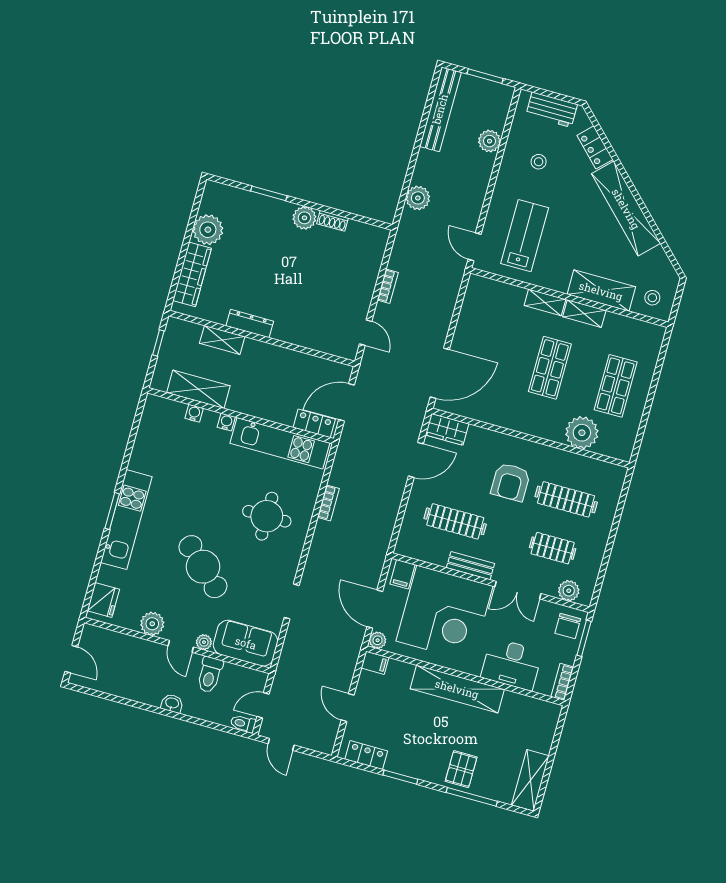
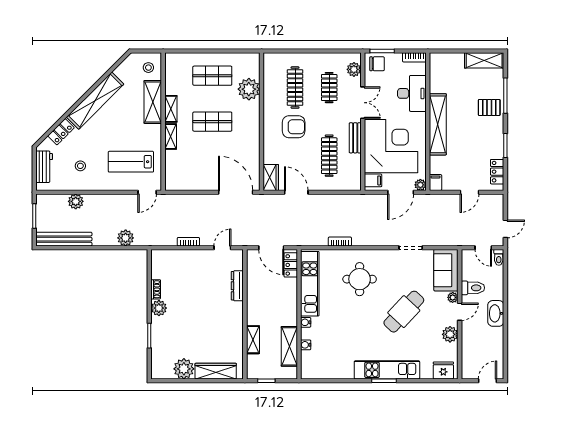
dresser: (250, 324) -> (237, 286), moved
washbasin: (172, 703) -> (496, 313), width x1.91, depth x1.45

